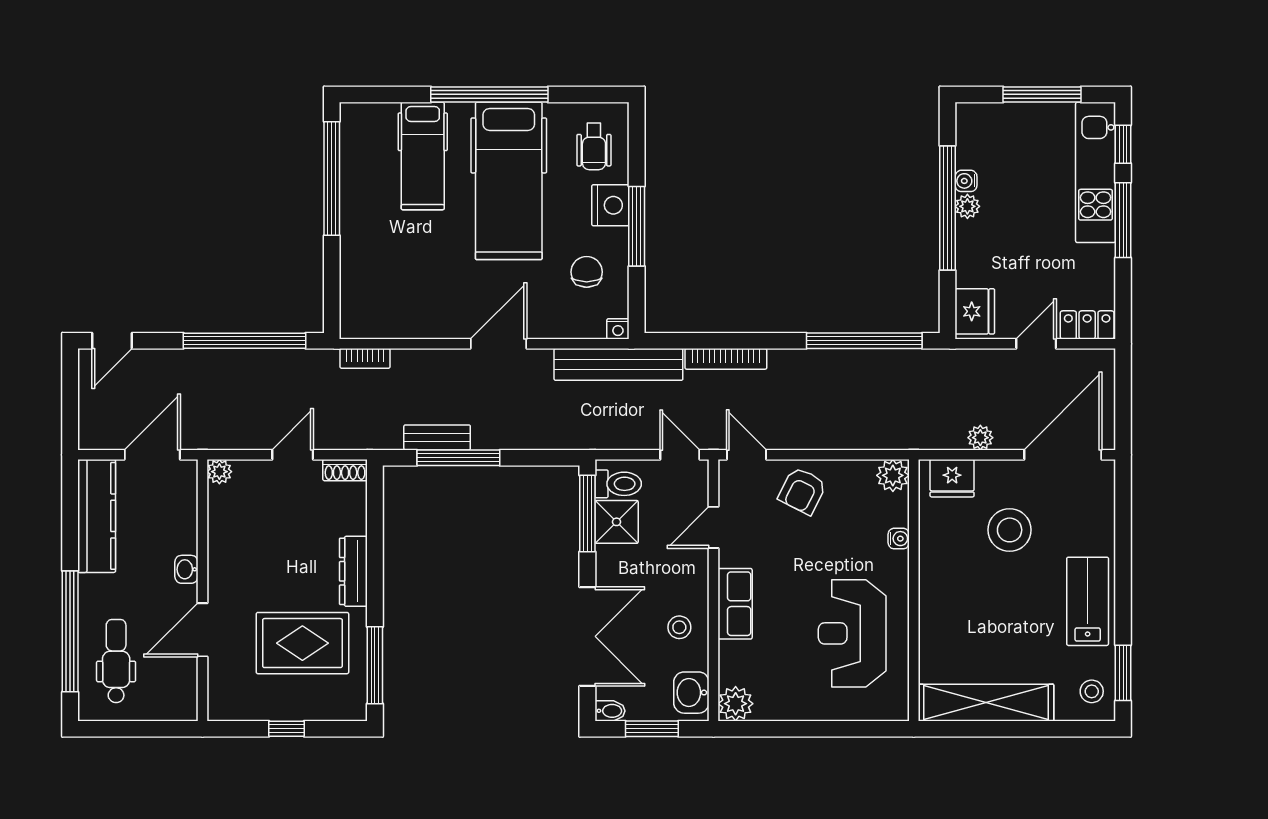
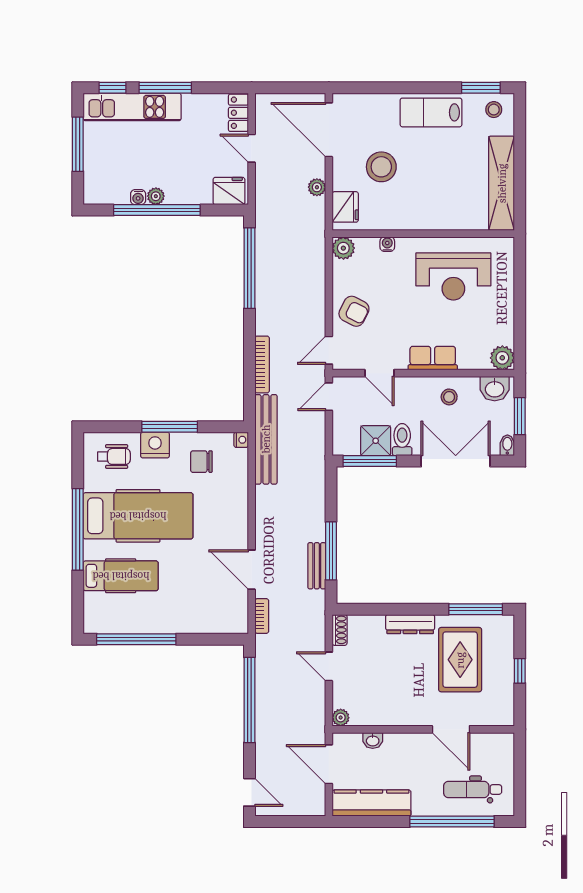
door: (498, 344) -> (252, 570), moved
toilet: (618, 484) -> (402, 440), moved
washbasin: (186, 569) -> (373, 740), moved

